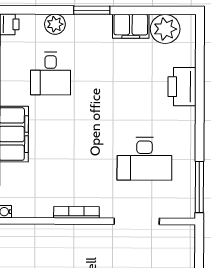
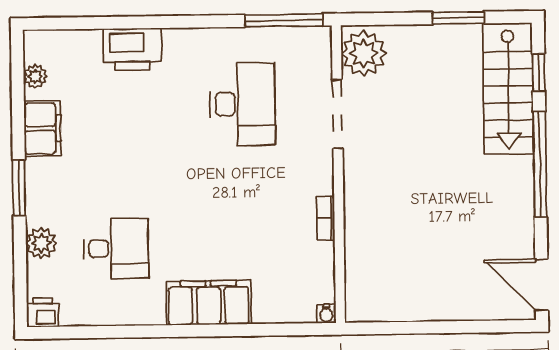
plant: (165, 29) -> (35, 76), width x0.53, depth x0.53
bookcase: (76, 212) -> (326, 218), width x0.64
plant: (176, 239) -> (364, 54), added

